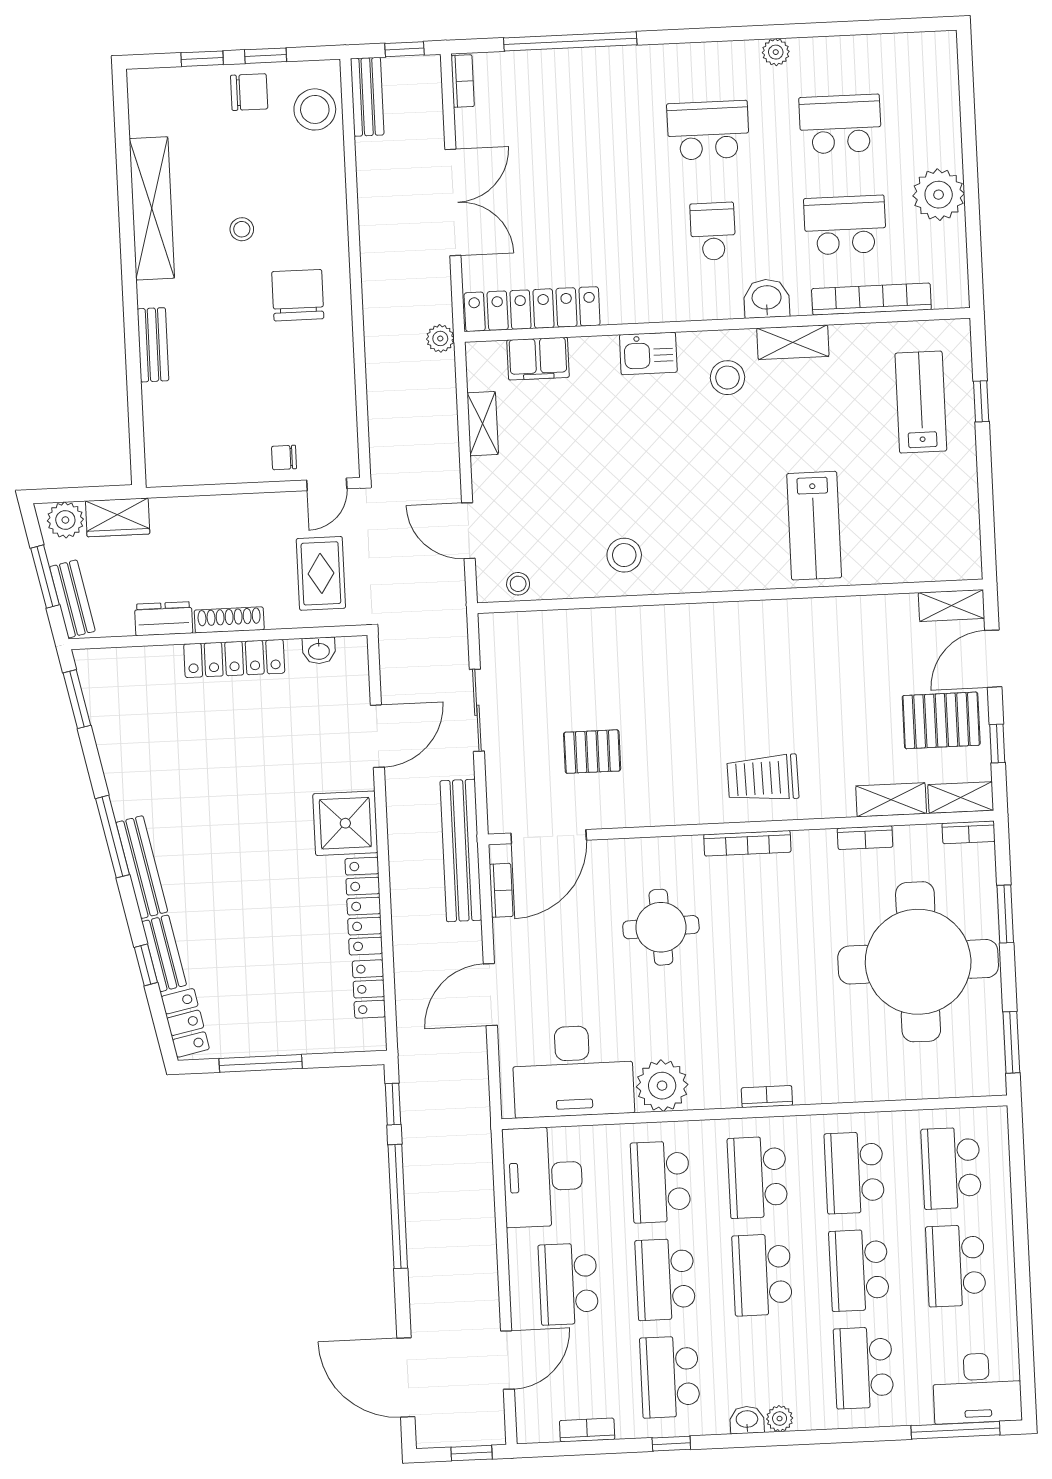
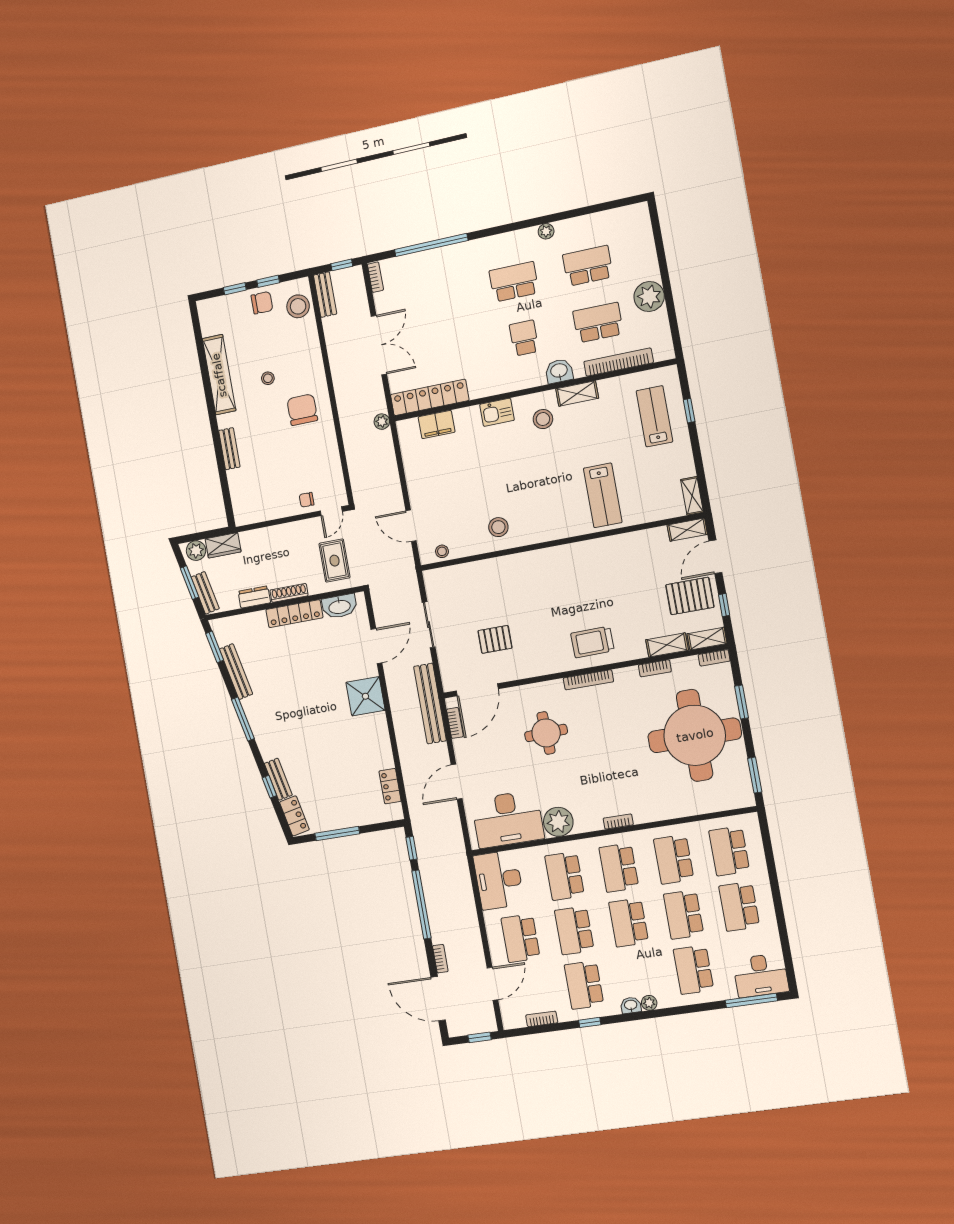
shelving: (483, 424) -> (692, 496), moved
washbasin: (319, 651) -> (339, 606), width x1.91, depth x1.45
bench: (142, 867) -> (236, 672), moved
locker: (364, 906) -> (381, 741), removed
bookcase: (419, 1306) -> (440, 959), added

